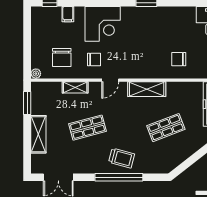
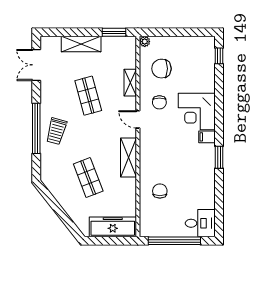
filing cabinet: (68, 14) -> (207, 137), moved

